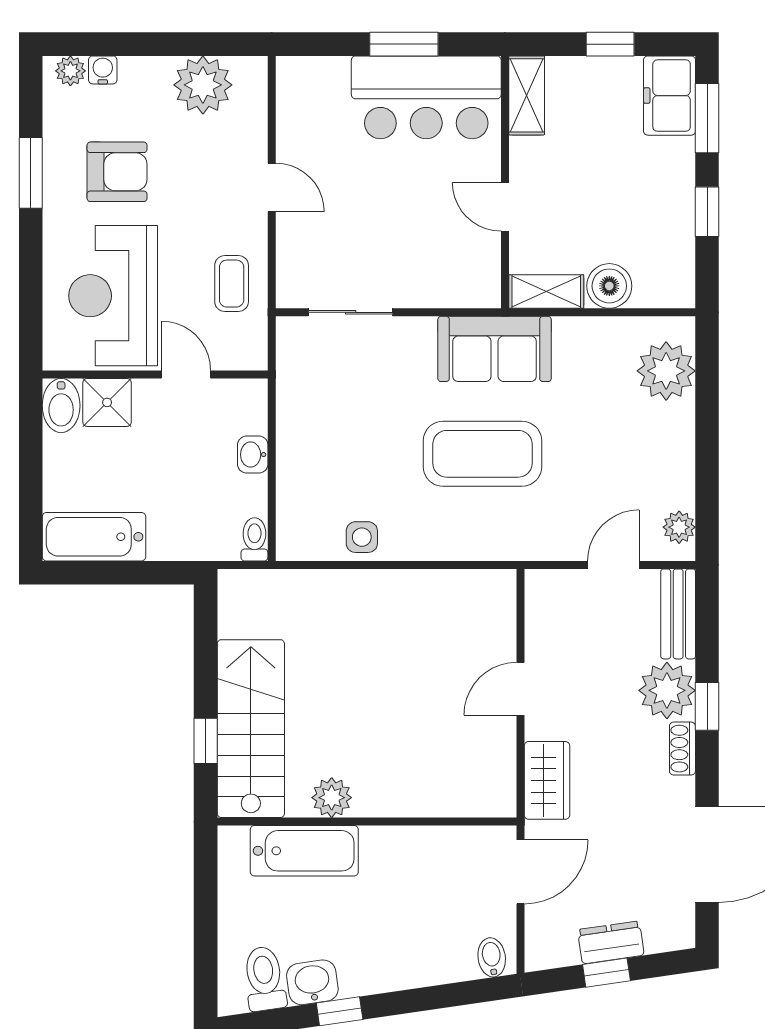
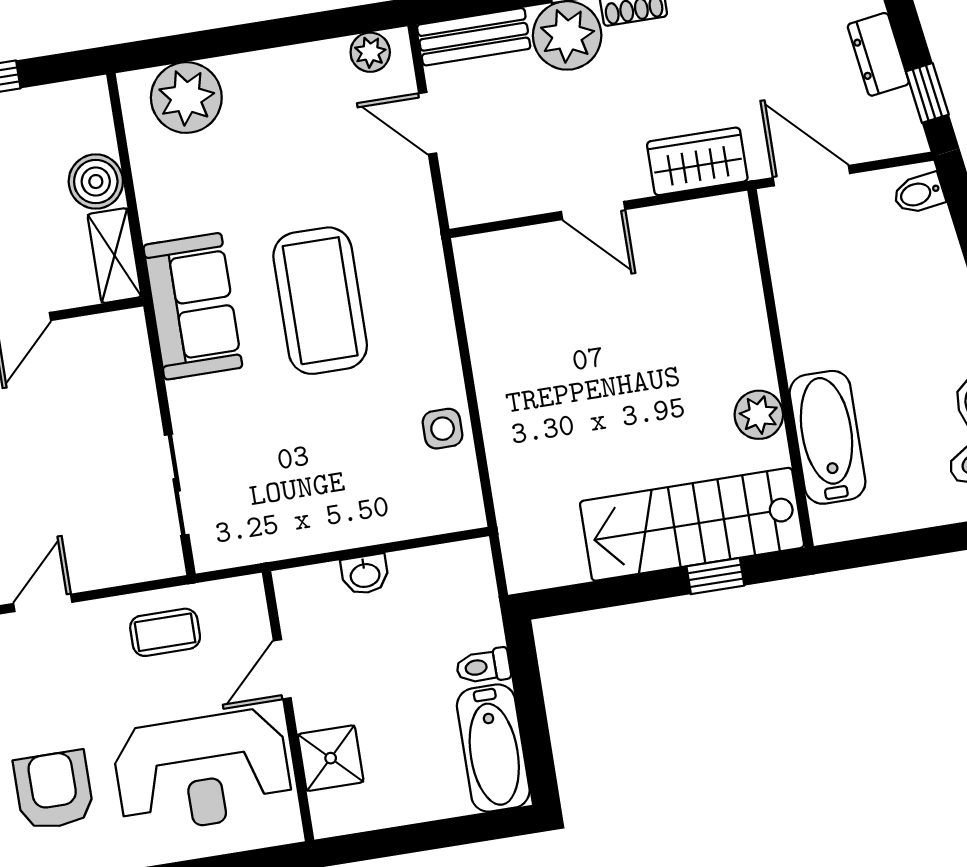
bidet: (61, 406) -> (343, 812), removed
toilet: (254, 539) -> (483, 666), moved
window: (606, 973) -> (927, 93), moved

